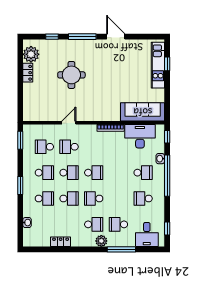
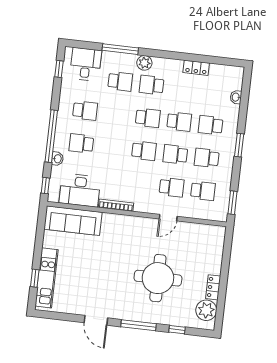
round table: (71, 75) -> (158, 278), width x1.36, depth x1.36
school desk: (94, 173) -> (144, 151), turned 180
school desk: (69, 198) -> (179, 122), turned 180

